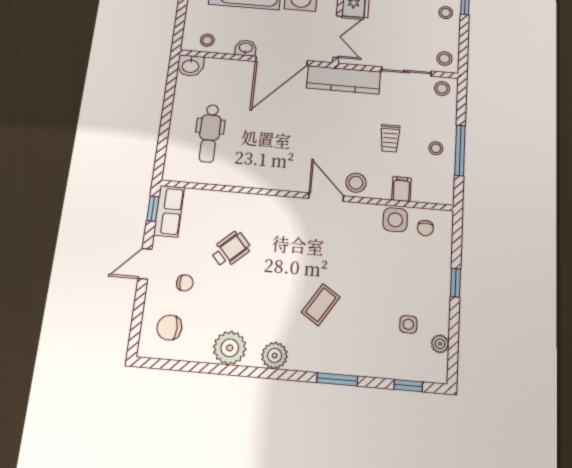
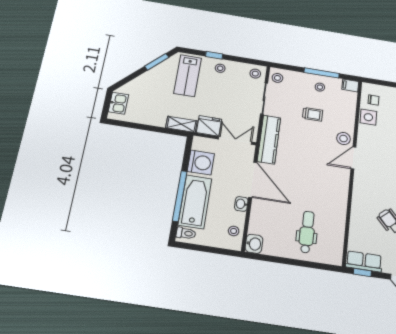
dental chair: (210, 133) -> (307, 232), turned -90
filing cabinet: (401, 189) -> (350, 85), moved

